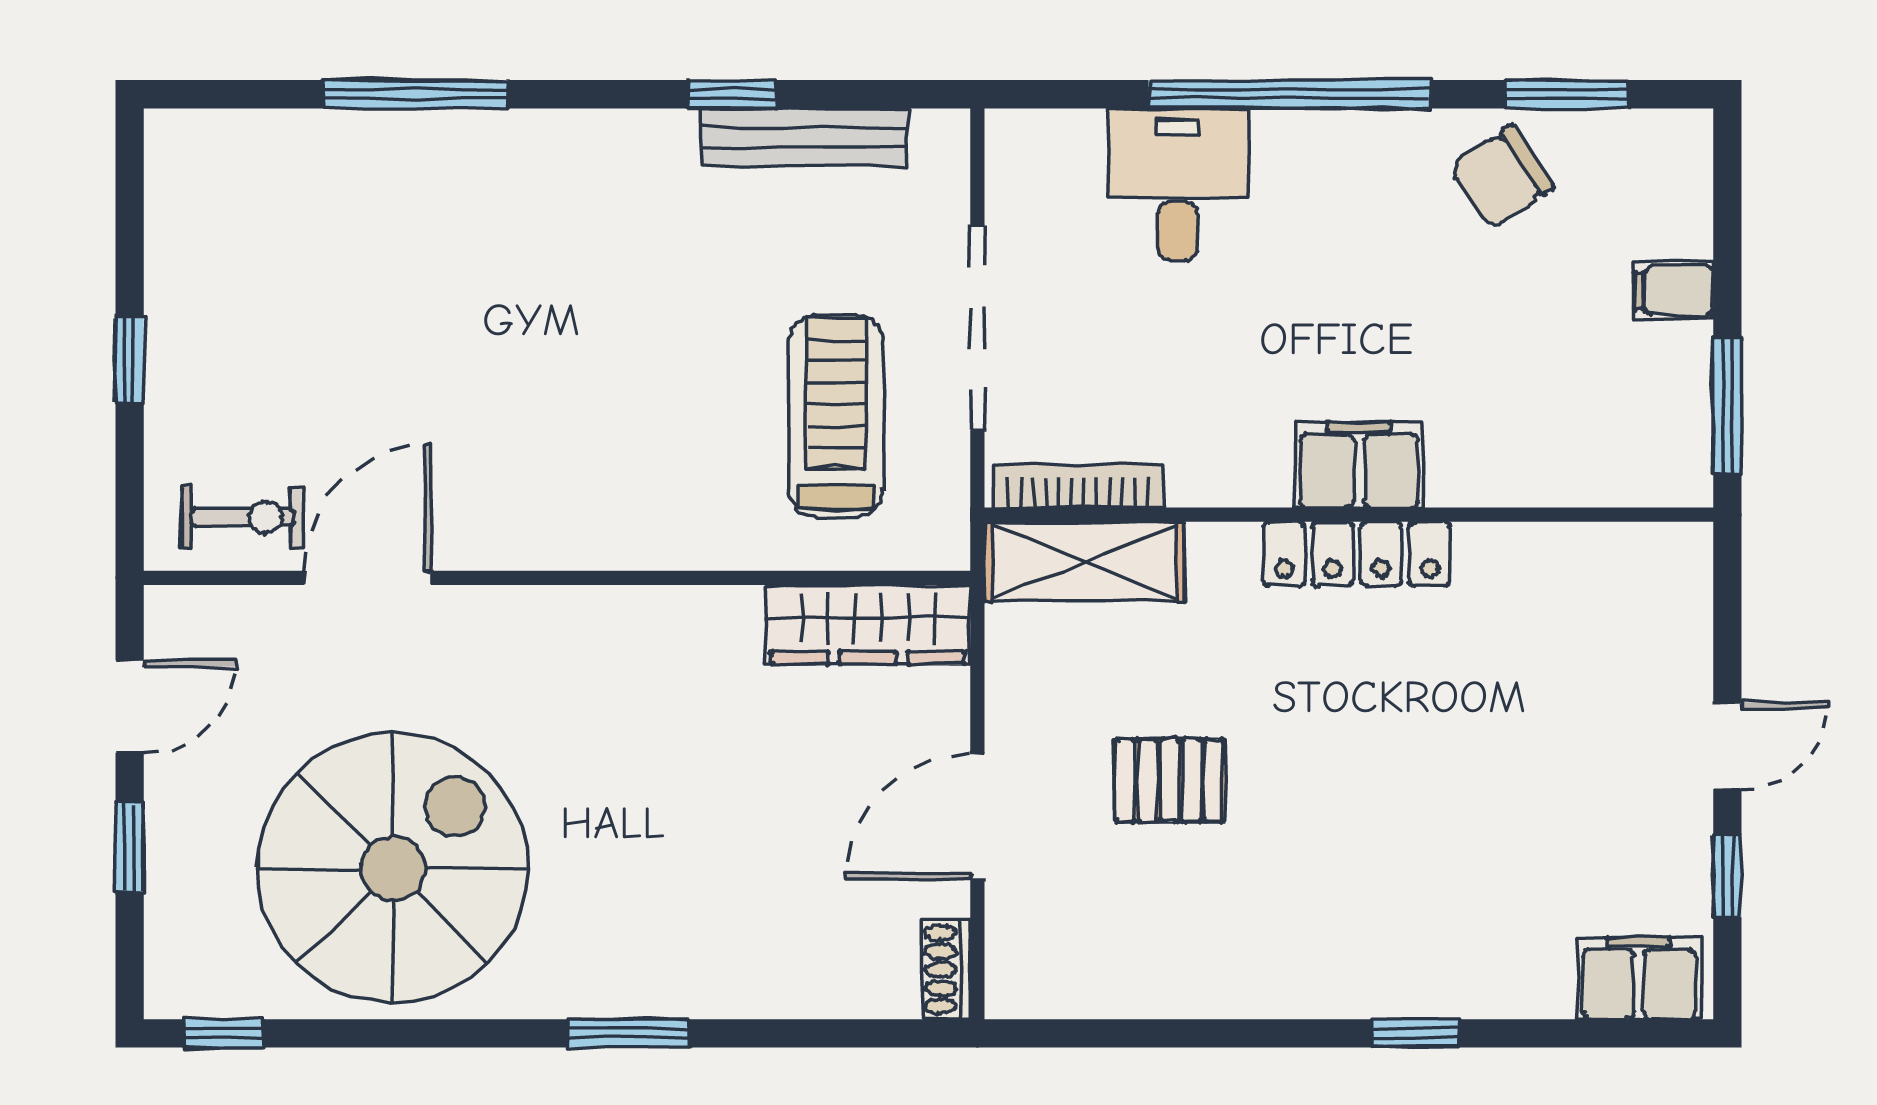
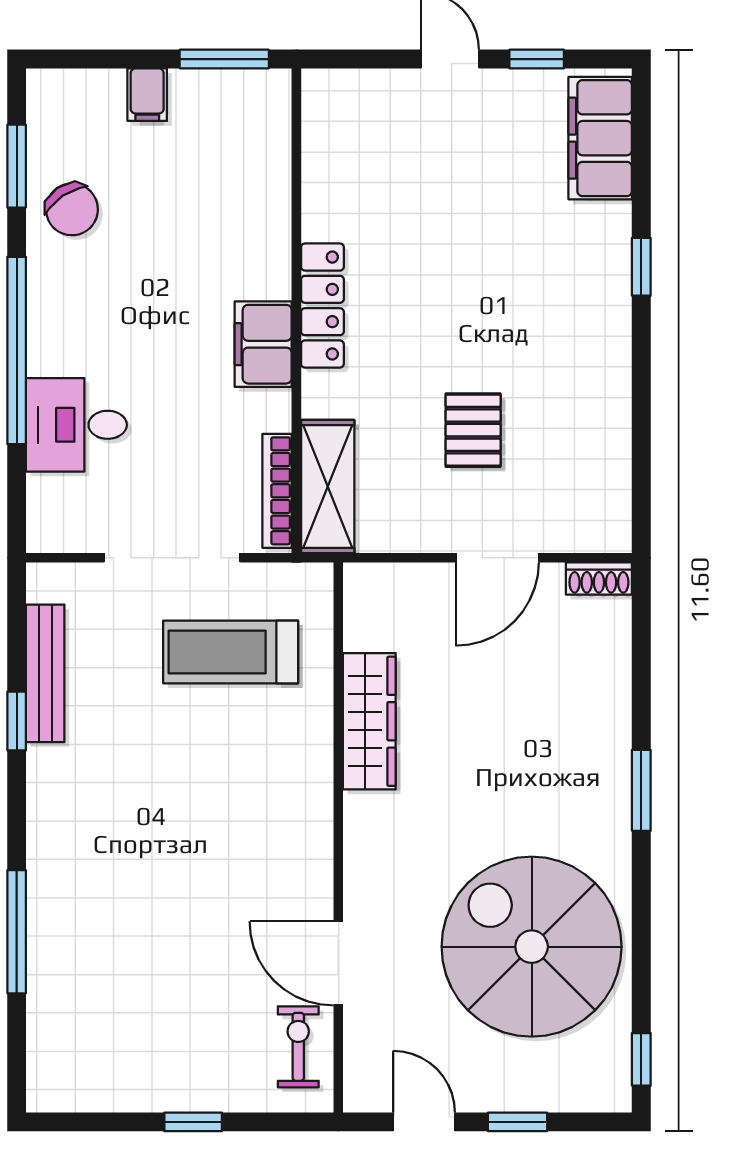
filing cabinet: (1359, 465) -> (263, 344), moved
wardrobe: (868, 624) -> (369, 721), moved
door: (977, 817) -> (497, 558), hinge flipped
filing cabinet: (1639, 978) -> (600, 138), width x1.50, depth x1.17

